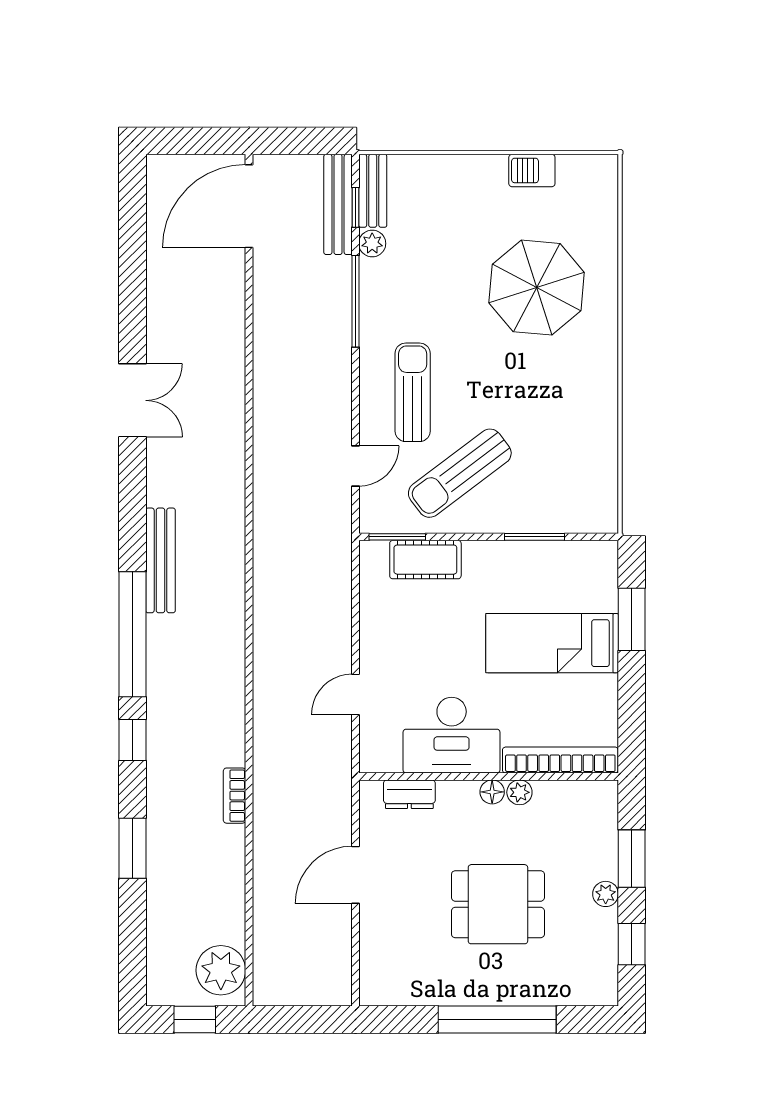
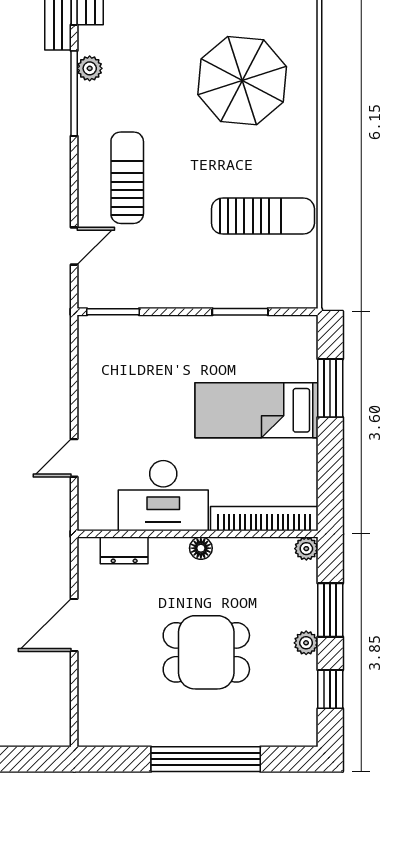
plant: (372, 243) -> (90, 68), moved
sun lounger: (460, 473) -> (263, 216), moved, turned -143
cot: (425, 560) -> (139, 333), removed
plant: (519, 792) -> (306, 549), moved

